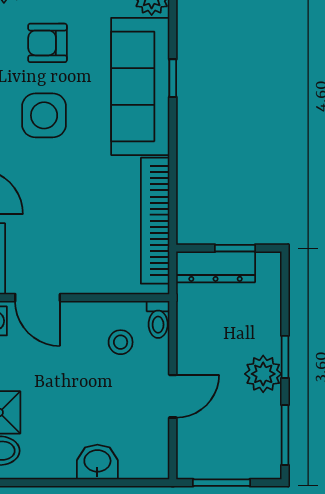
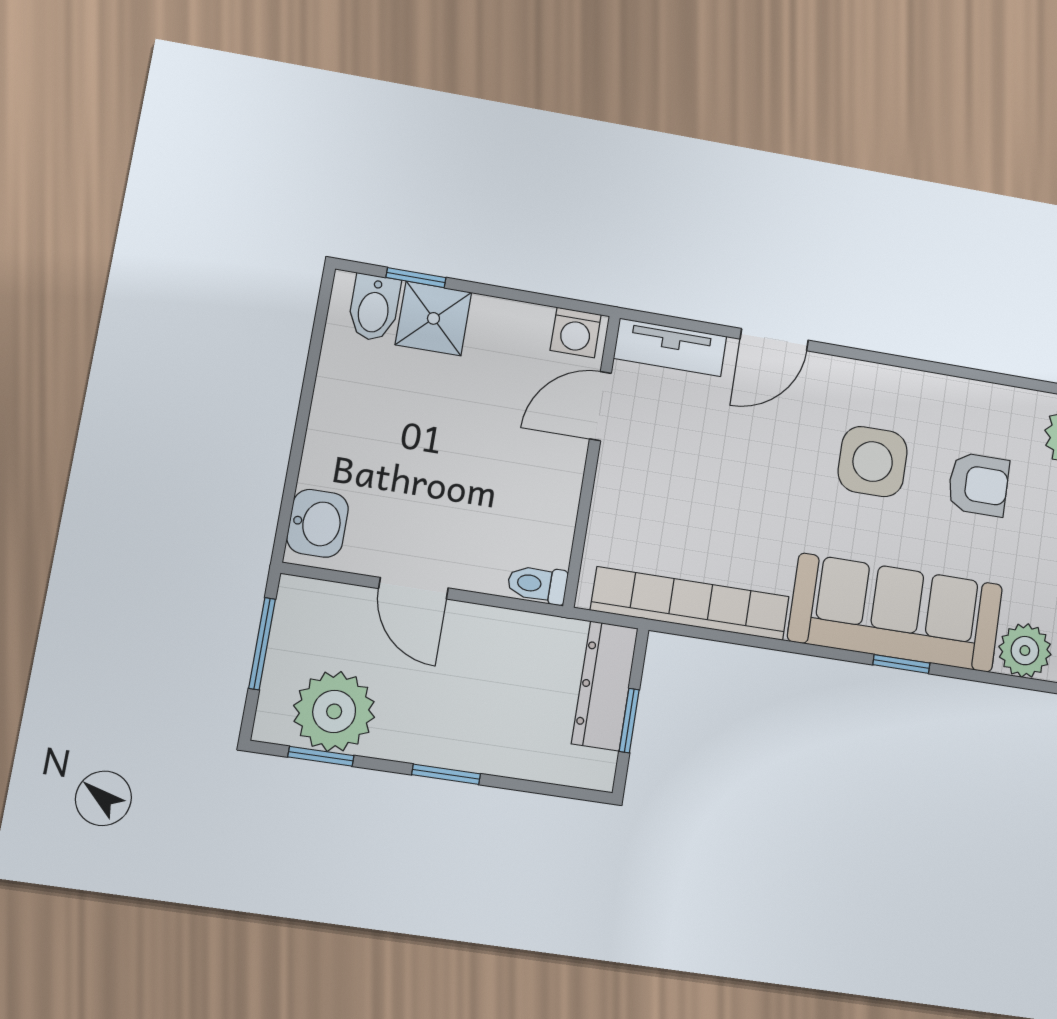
armchair: (47, 43) -> (978, 484), turned 90
stool: (121, 342) -> (511, 521), removed
plant: (263, 374) -> (334, 711), moved, width x1.36, depth x1.36
window: (285, 435) -> (321, 756), width x0.67
washbasin: (97, 462) -> (318, 523), moved

